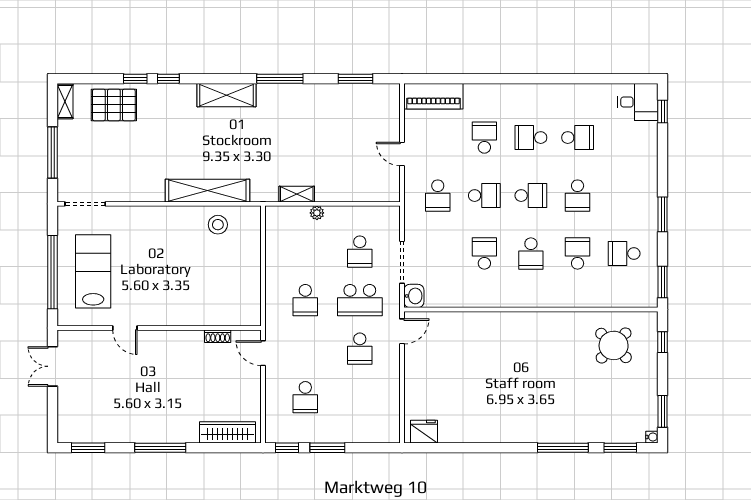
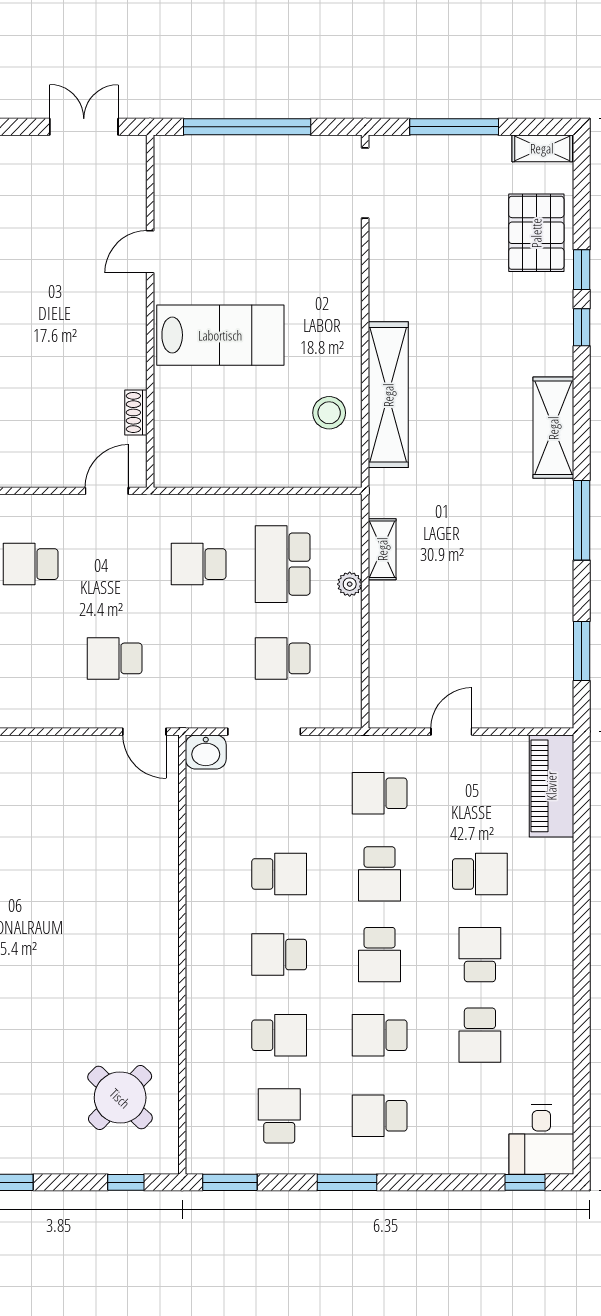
school desk: (624, 196) -> (380, 1116), added
lab bench: (93, 271) -> (220, 335), moved
school desk: (360, 300) -> (283, 564), moved

